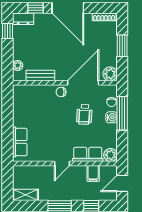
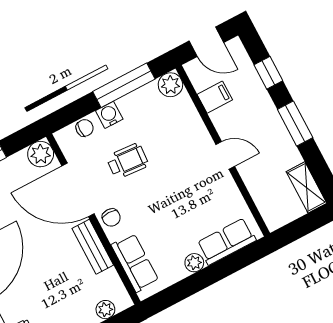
bench: (40, 75) -> (93, 247), moved
window: (122, 113) -> (124, 85), moved
plant: (18, 121) -> (194, 263), added
row of seats: (88, 154) -> (135, 263), moved, turned 180

